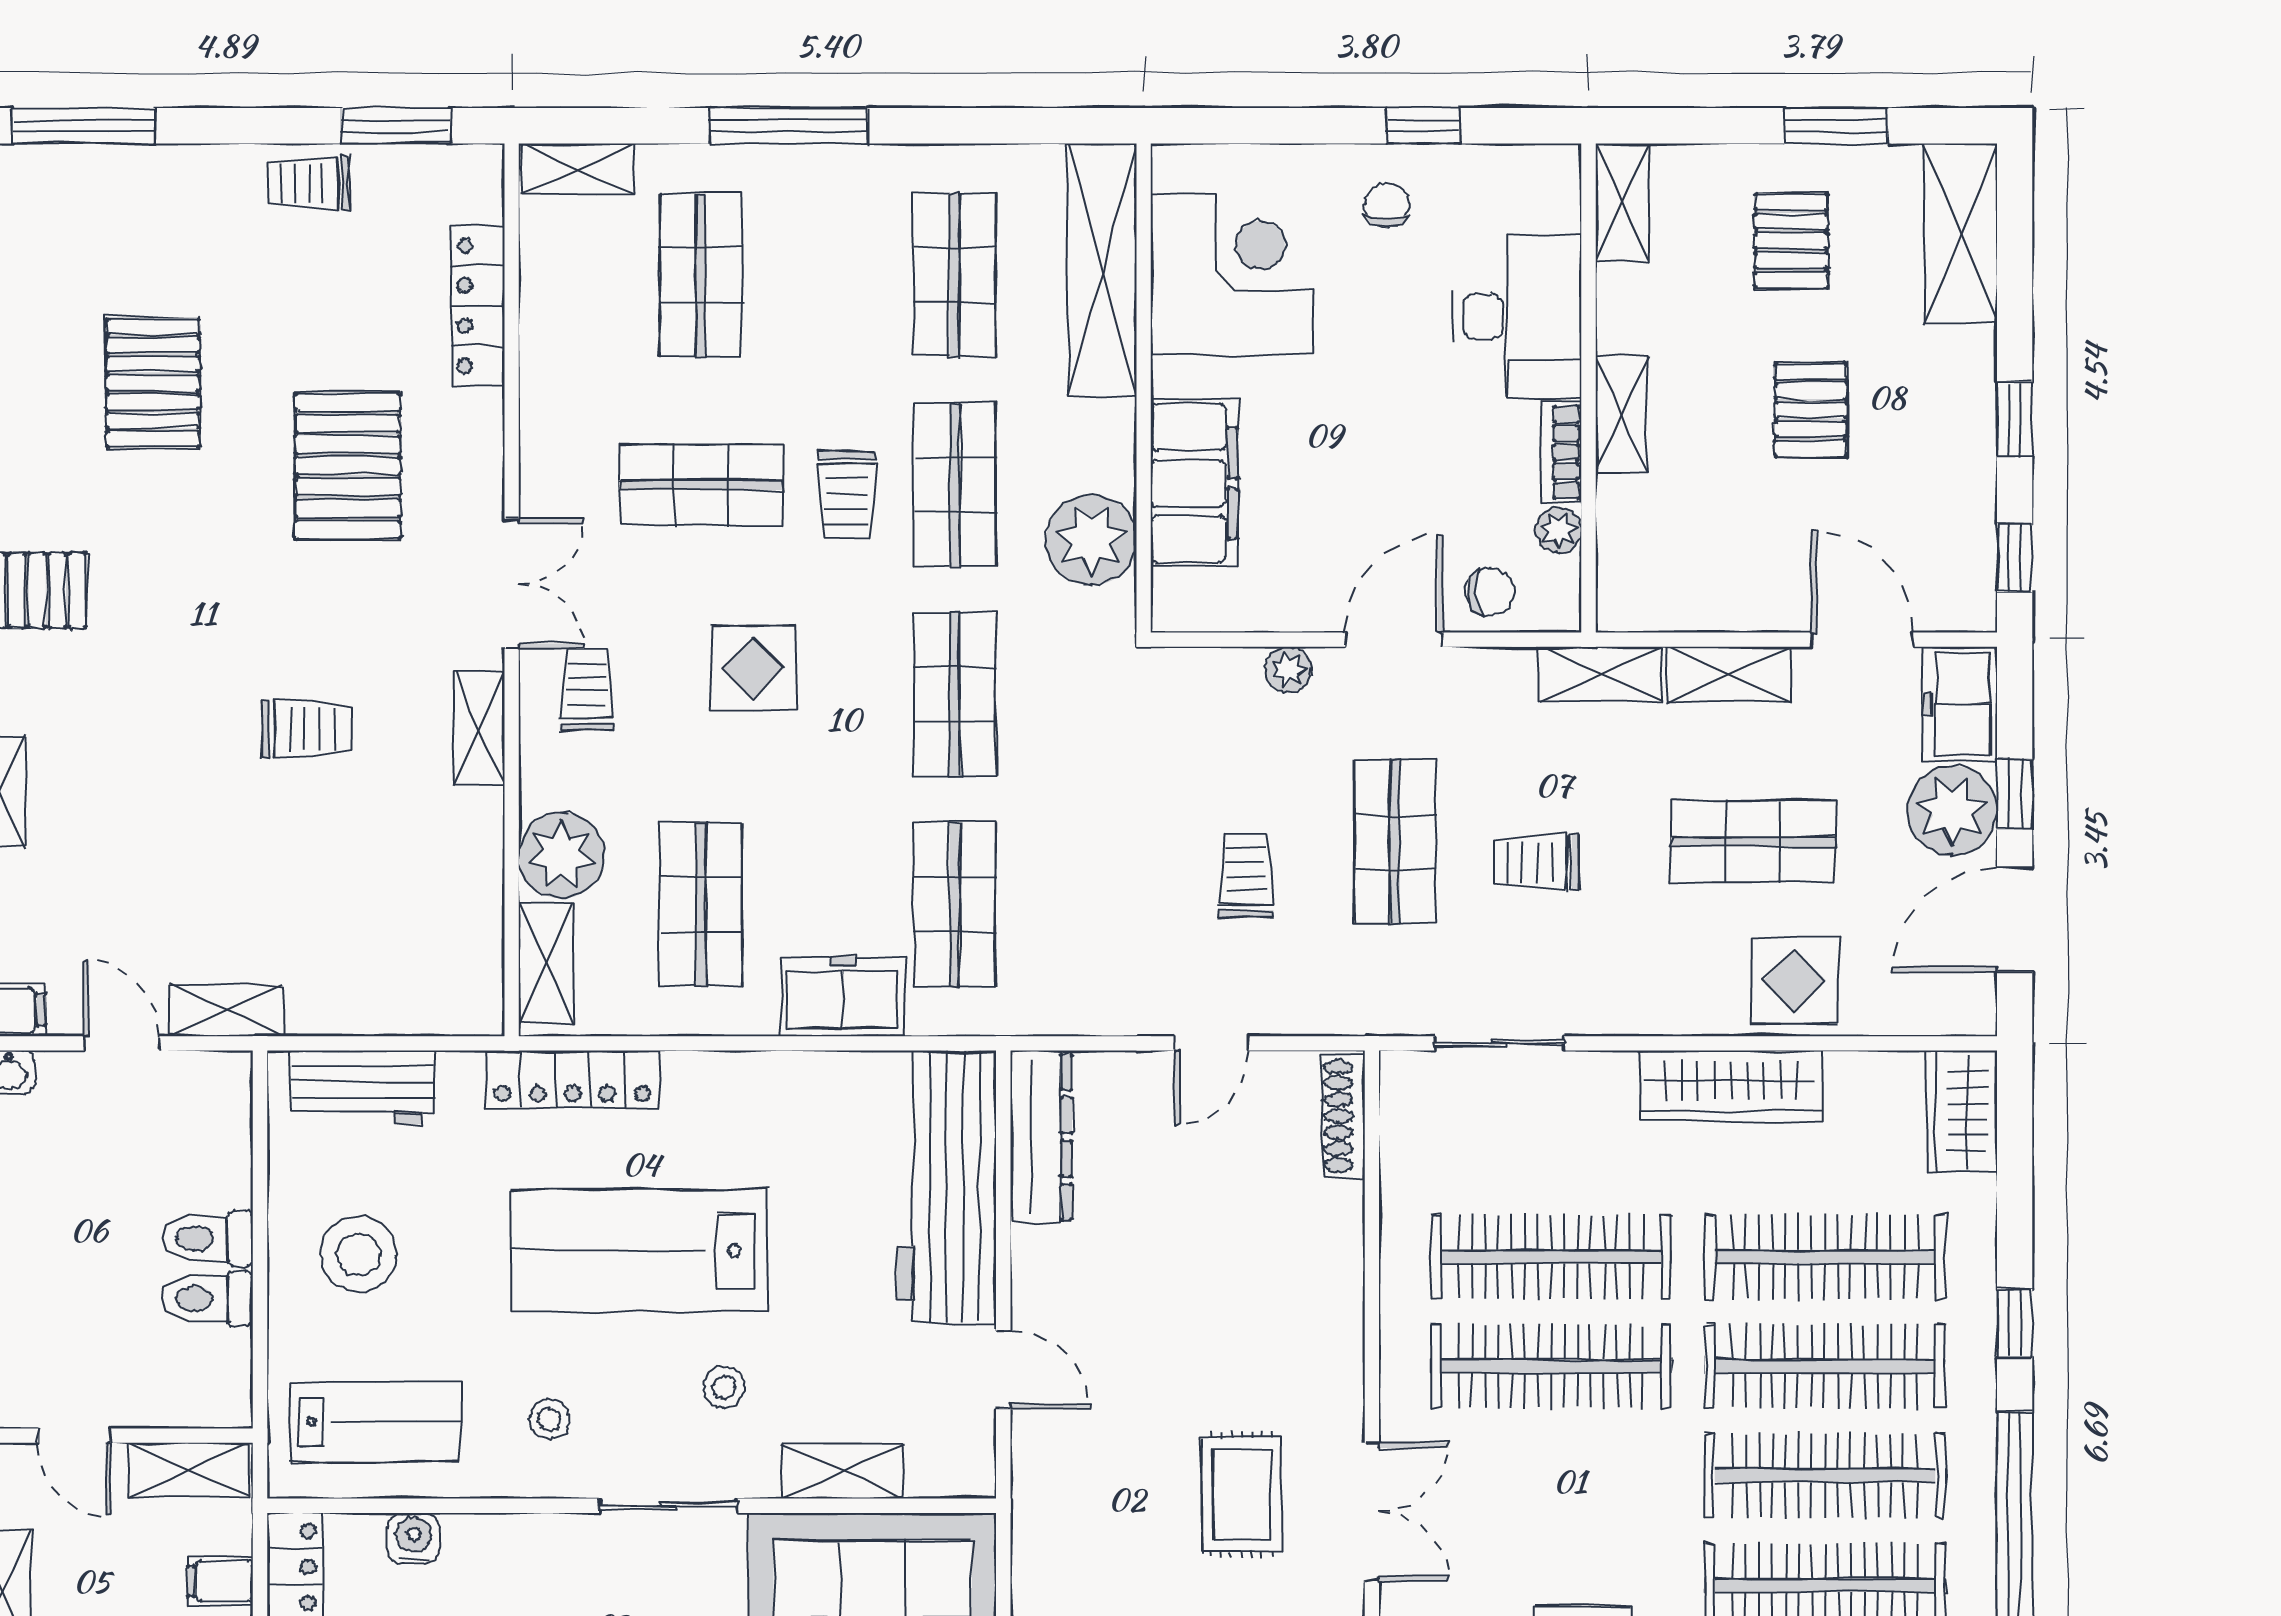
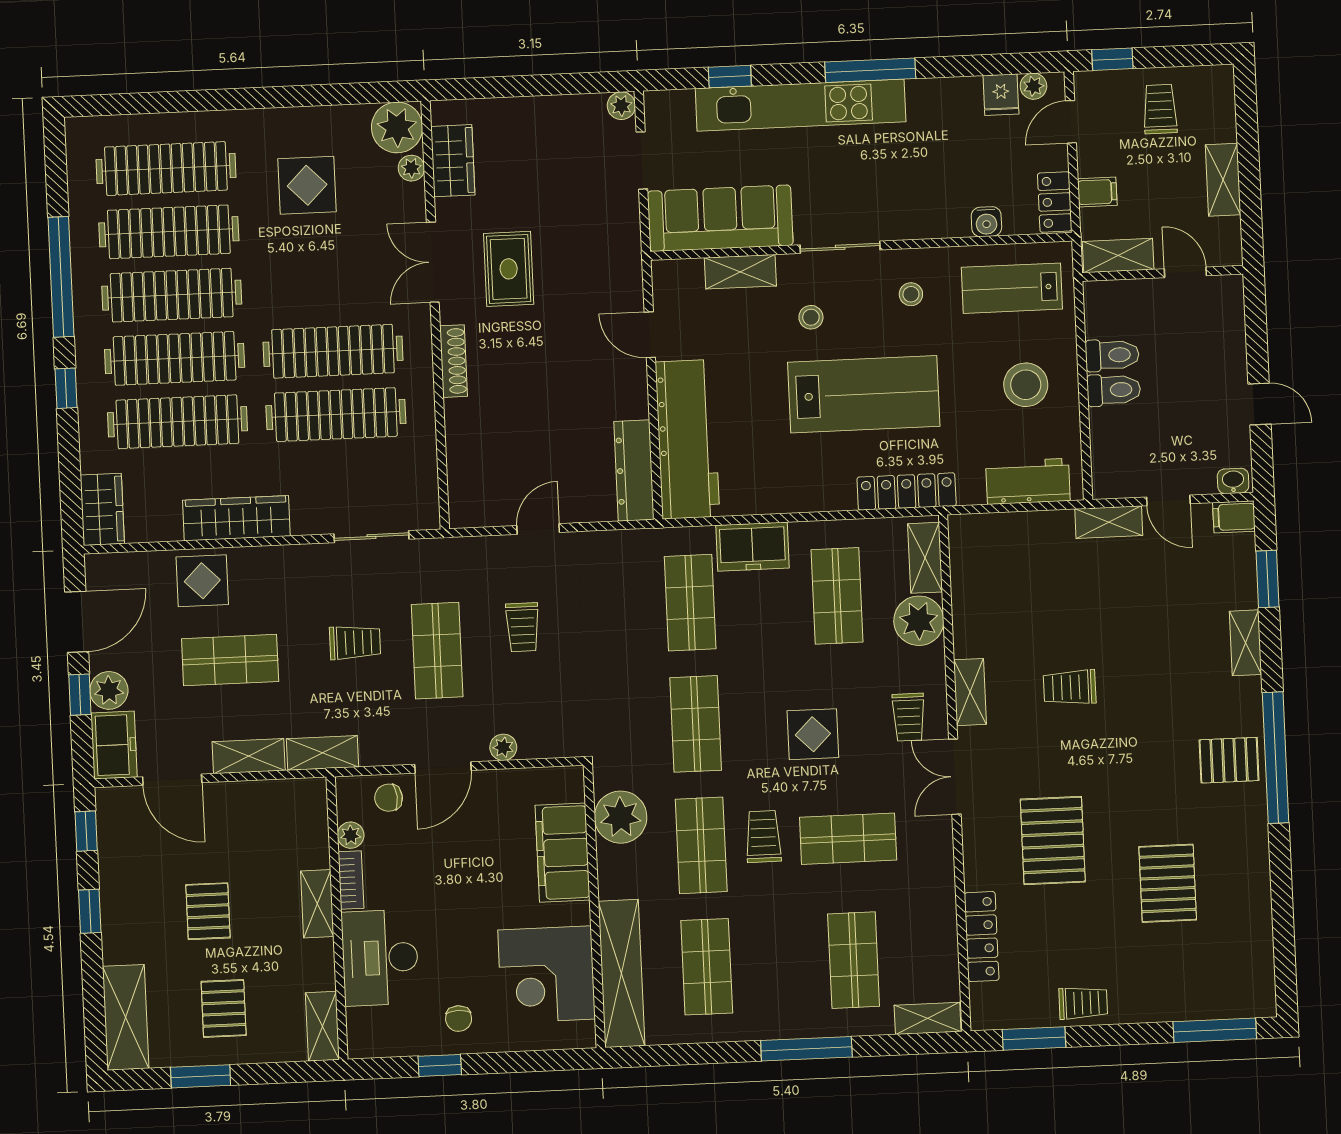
plant: (1952, 811) -> (109, 690), width x0.73, depth x0.73
shoe rack: (1344, 1116) -> (454, 361), moved

